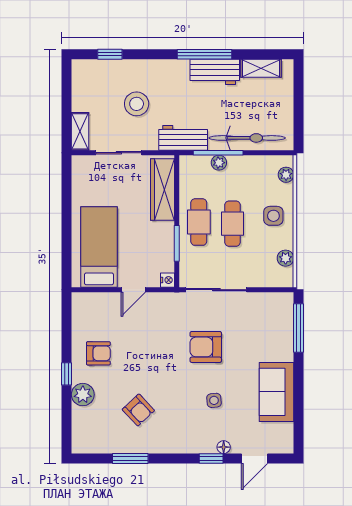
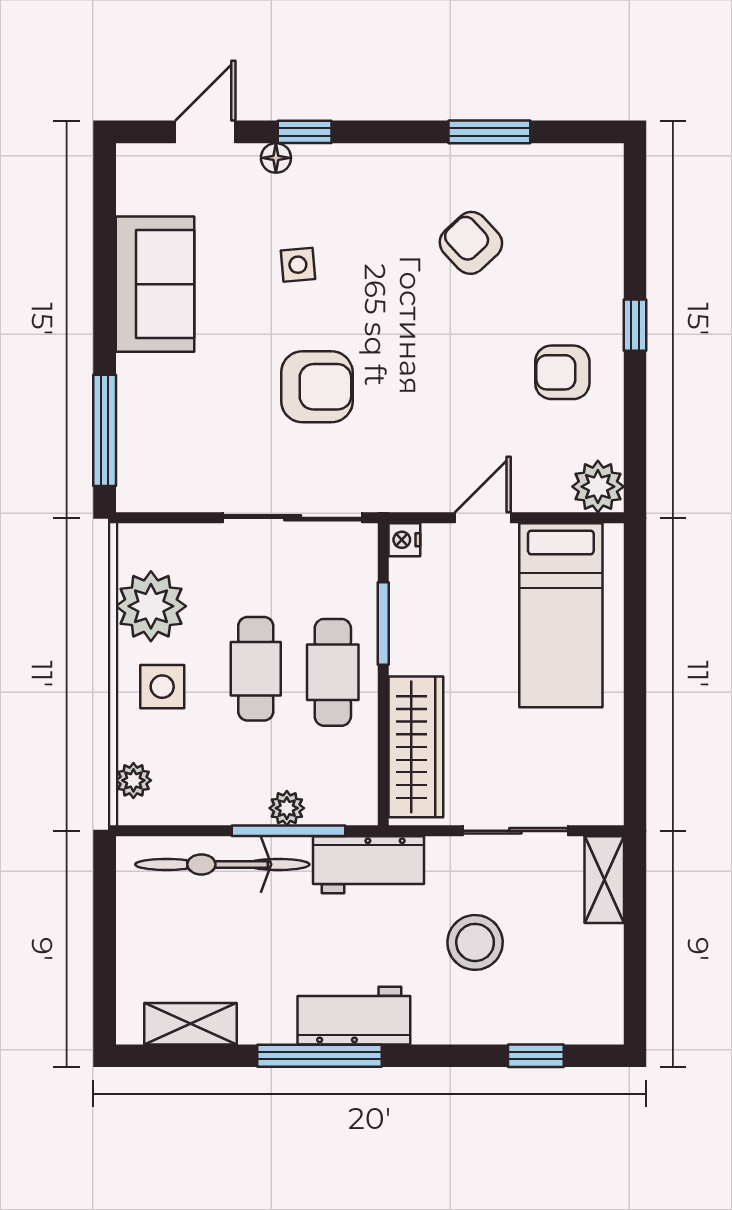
workbench: (215, 72) -> (354, 1016), moved
plant: (286, 258) -> (151, 606), width x1.88, depth x1.88
plant: (83, 395) -> (598, 487), moved

